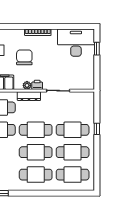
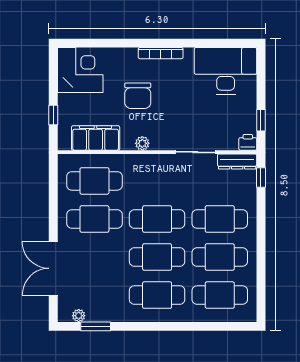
window: (97, 49) -> (261, 120), moved
chair: (24, 57) -> (138, 96), turned 180
printer: (37, 85) -> (248, 142), moved
dresser: (29, 96) -> (237, 162), moved
window: (97, 129) -> (261, 178), moved

